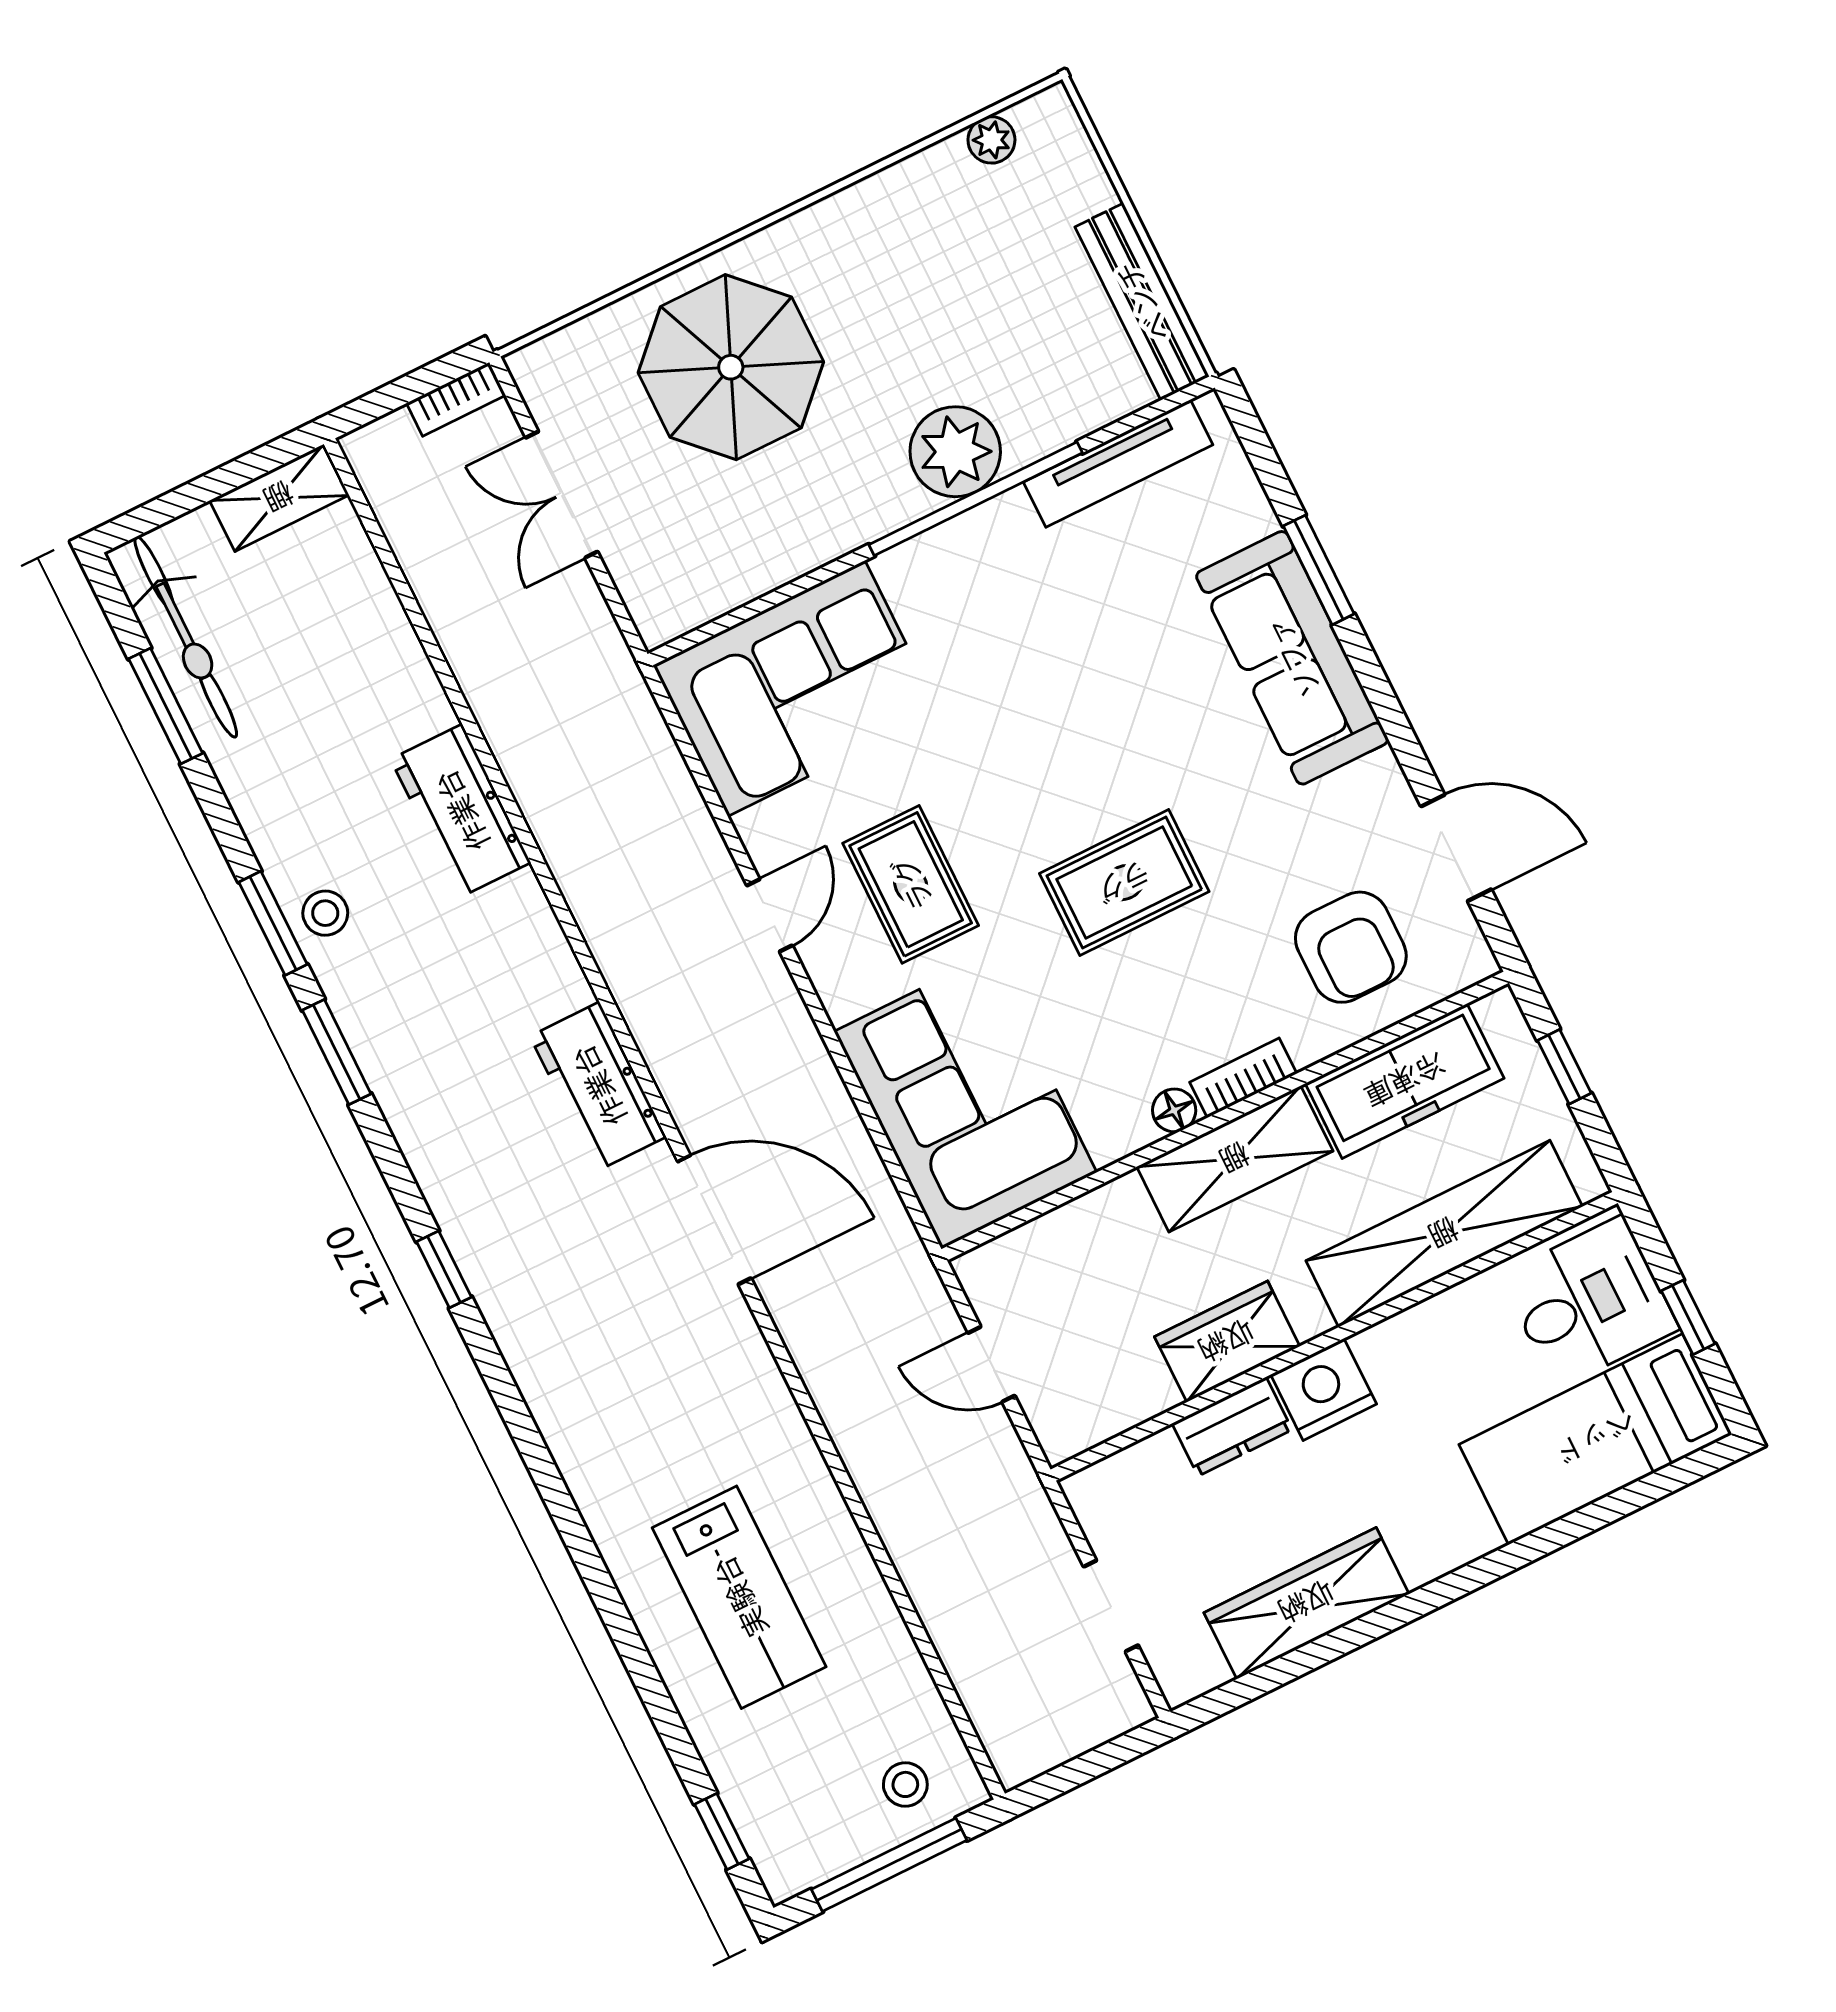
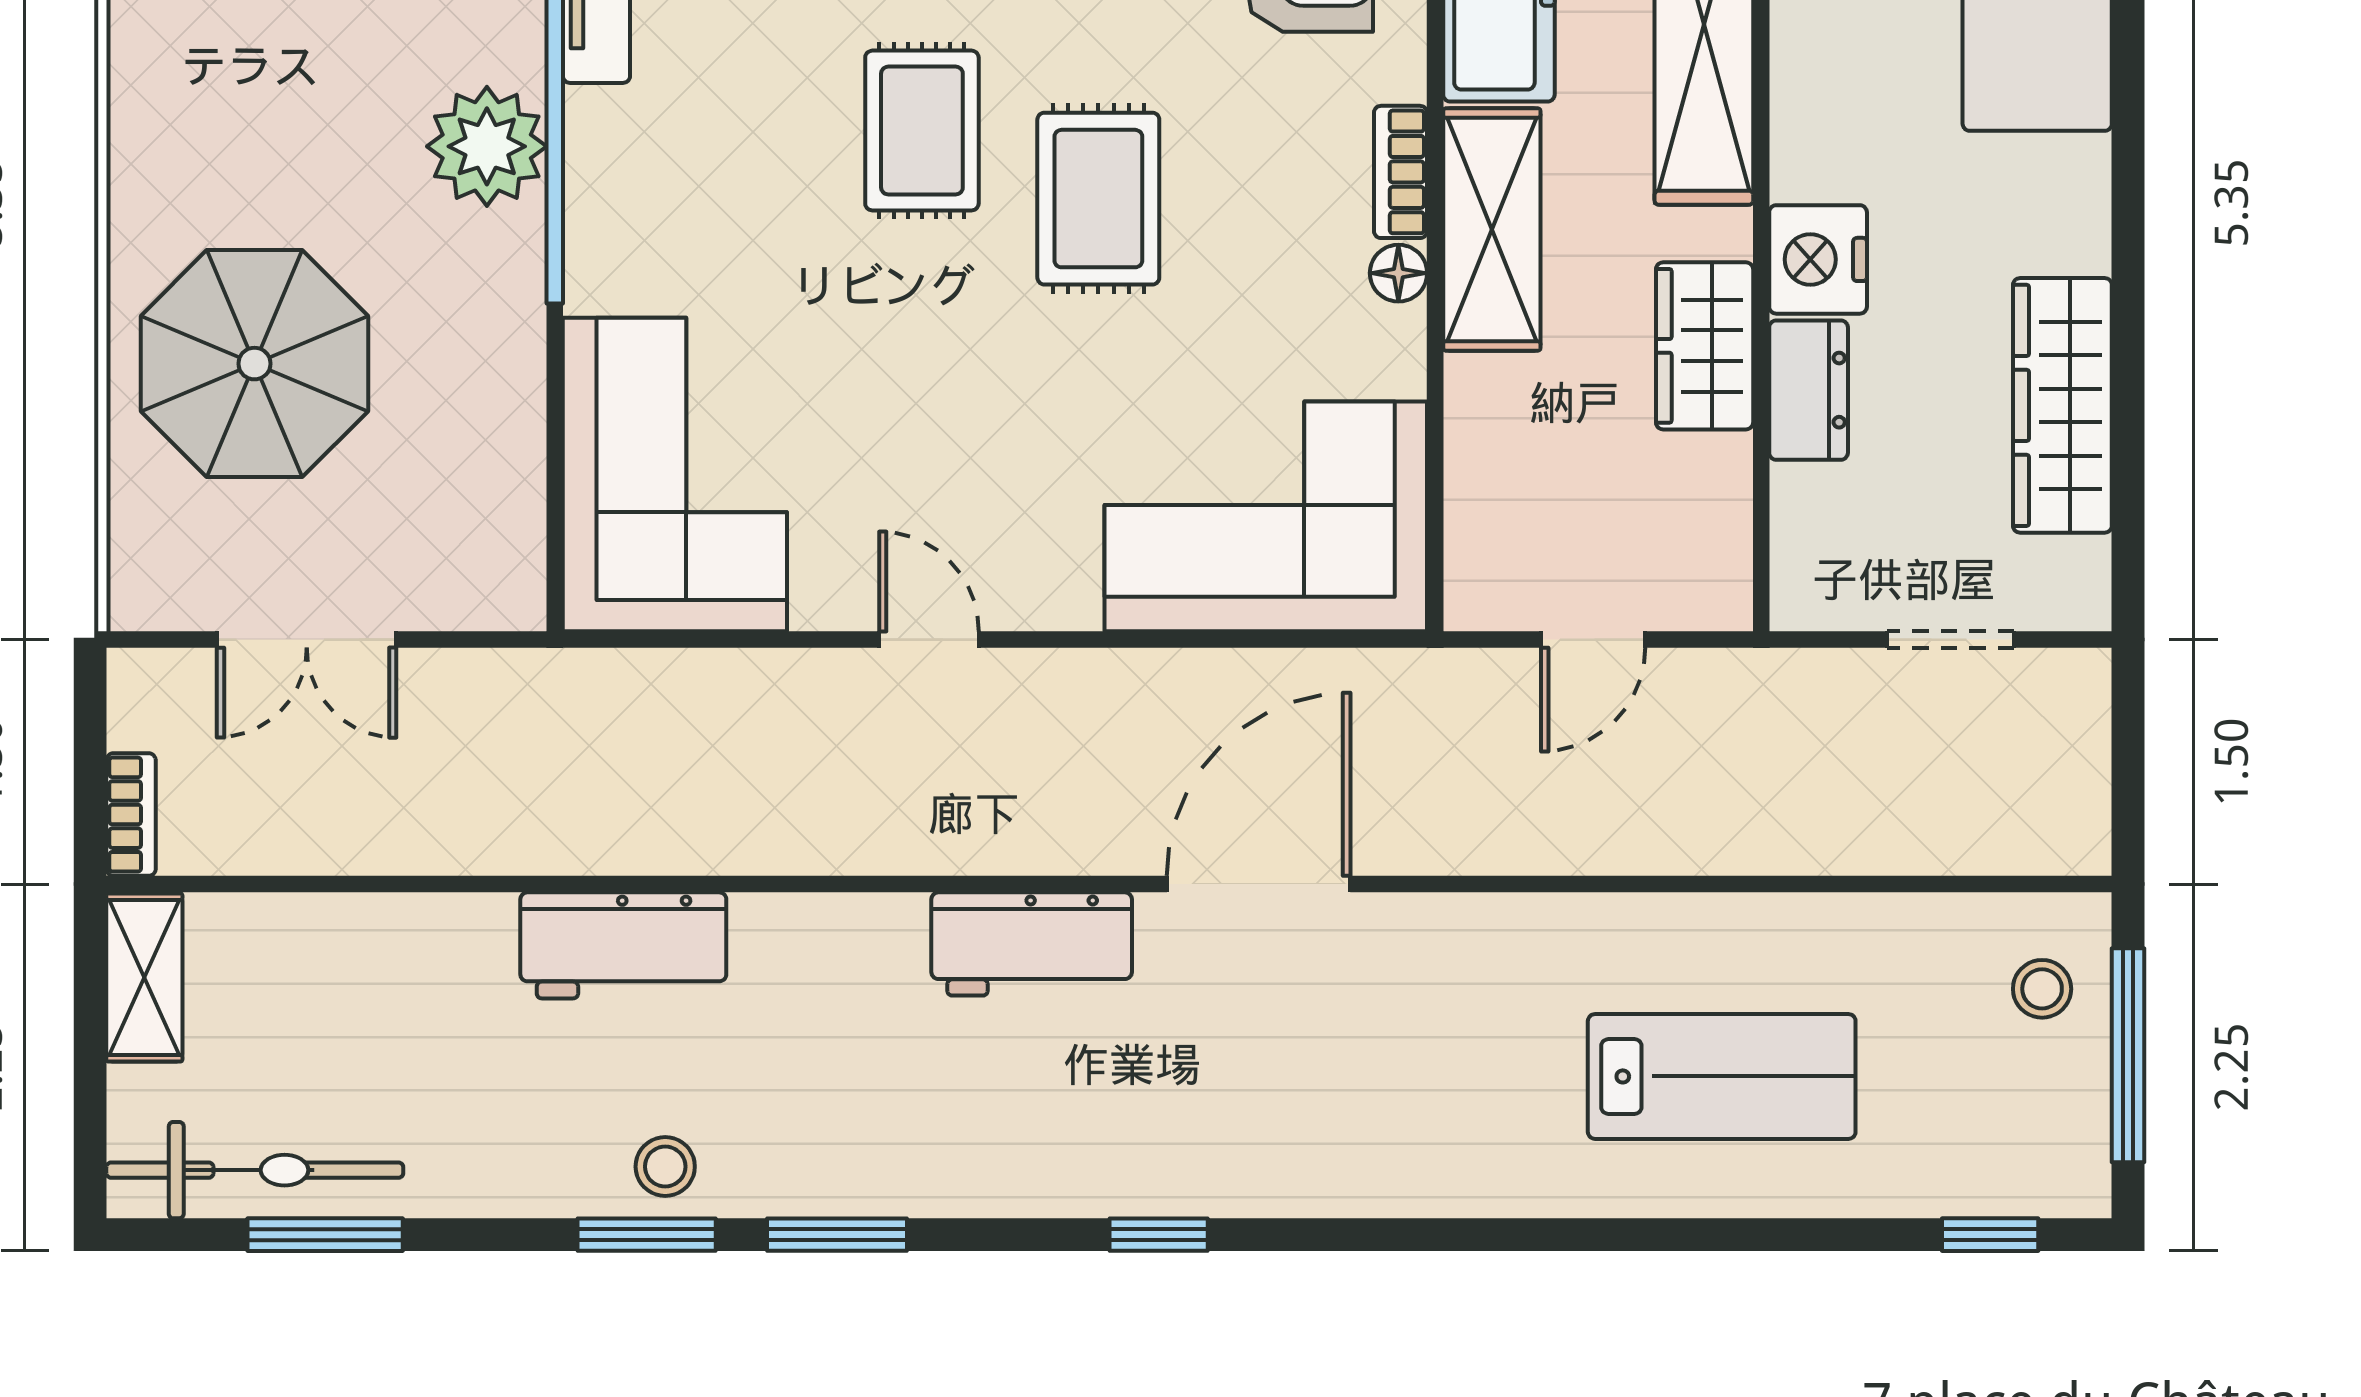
bookcase: (456, 399) -> (131, 815), moved
rug: (911, 884) -> (922, 131), moved, turned 90

